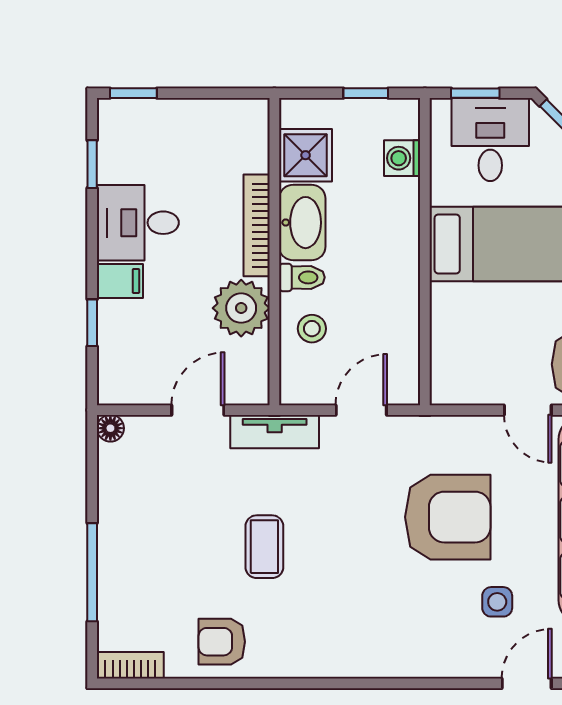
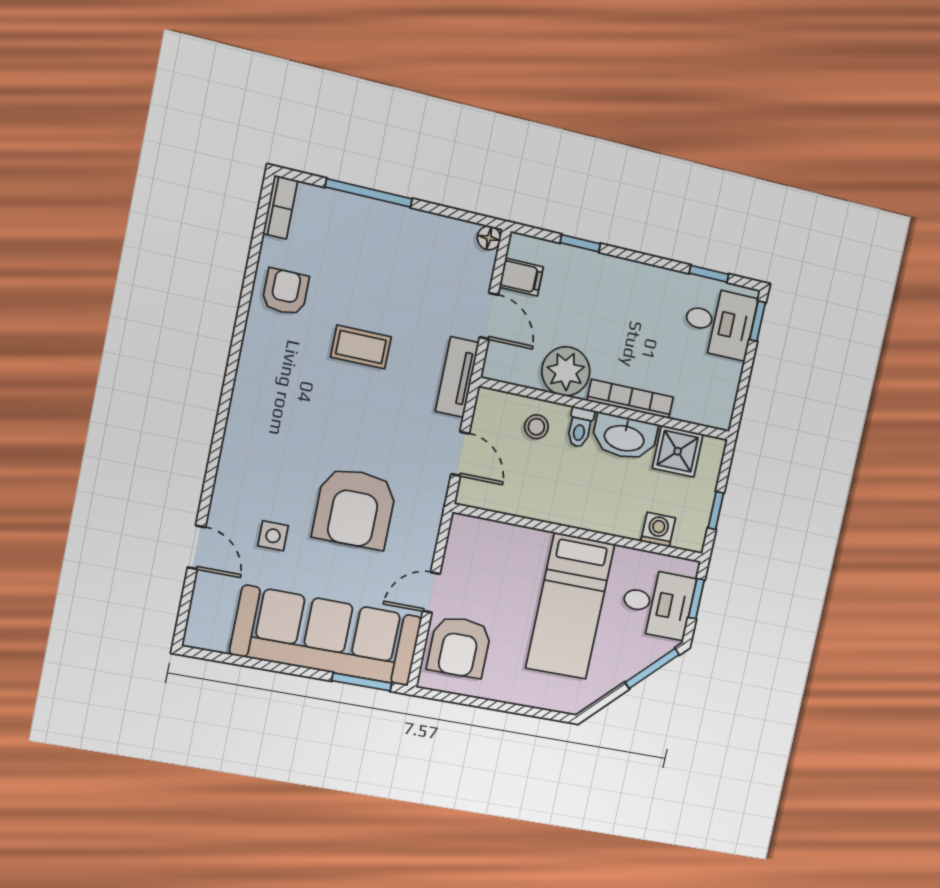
desk: (138, 223) -> (719, 323), moved, turned 90
filing cabinet: (120, 281) -> (521, 277), moved, turned -90

